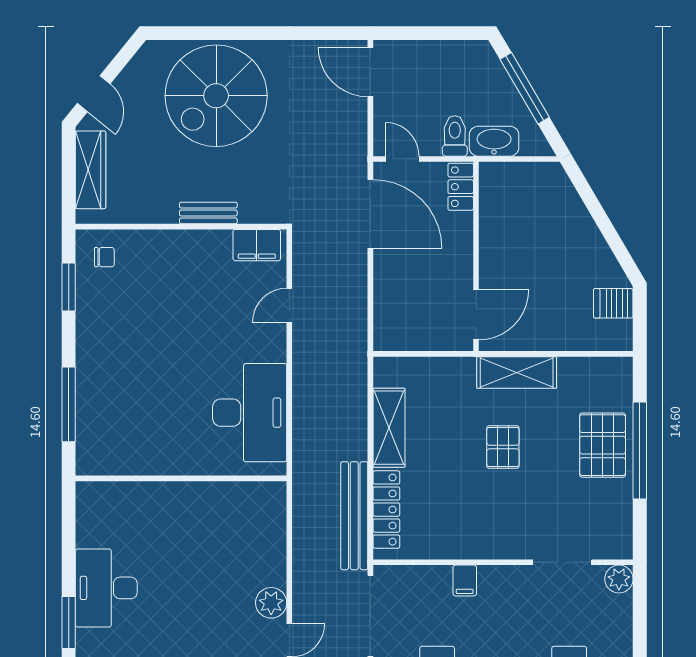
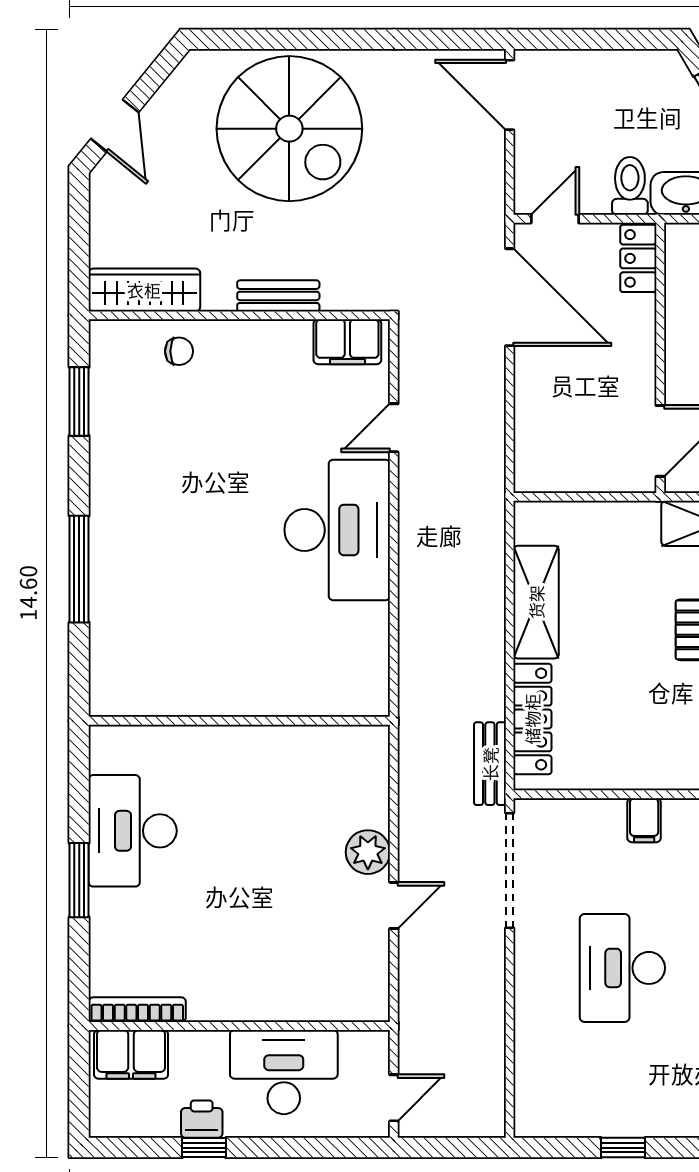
spiral stairs: (216, 96) -> (289, 129), turned -90
door: (402, 159) -> (555, 219), hinge flipped
wardrobe: (91, 170) -> (144, 290), moved, turned -90
chair: (104, 257) -> (179, 351), moved
desk: (250, 413) -> (337, 530), moved
wall: (181, 478) -> (239, 721), moved
bench: (354, 516) -> (490, 764), width x0.54, depth x0.82

